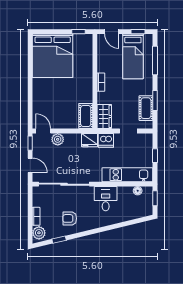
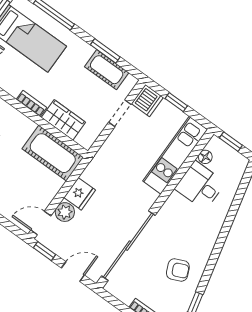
cot: (86, 116) -> (53, 153), width x1.37, depth x1.34
wardrobe: (104, 116) -> (63, 120), moved
fridge: (89, 140) -> (80, 194), moved
dishwasher: (106, 140) -> (147, 101), moved
desk: (106, 199) -> (200, 186), moved
armchair: (70, 218) -> (178, 270), turned -114

